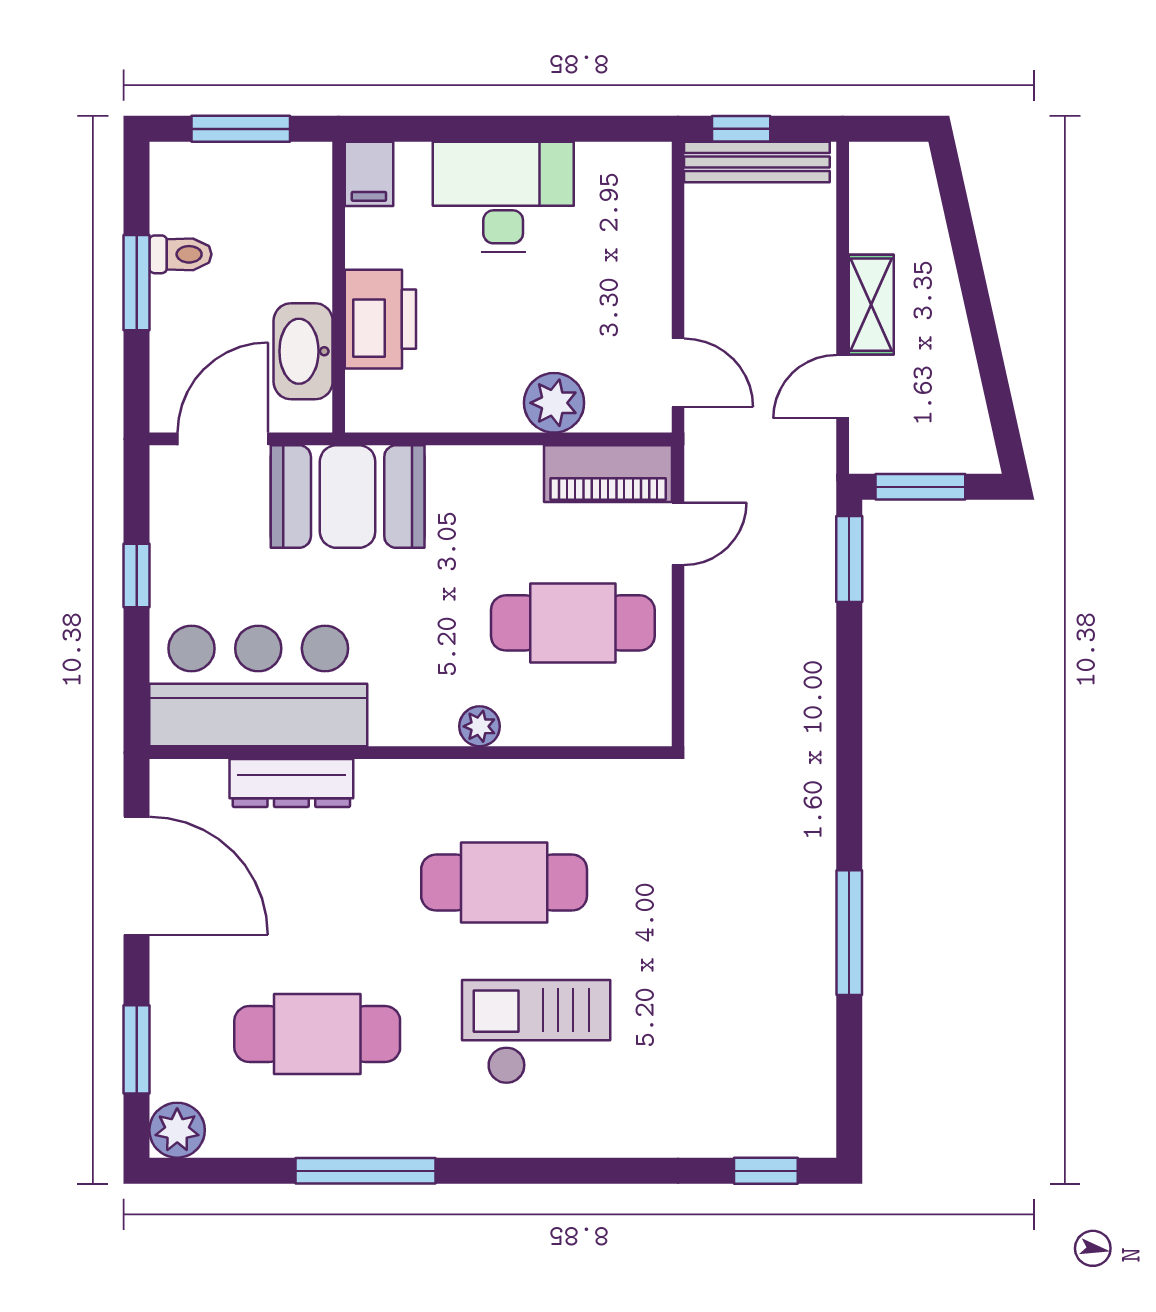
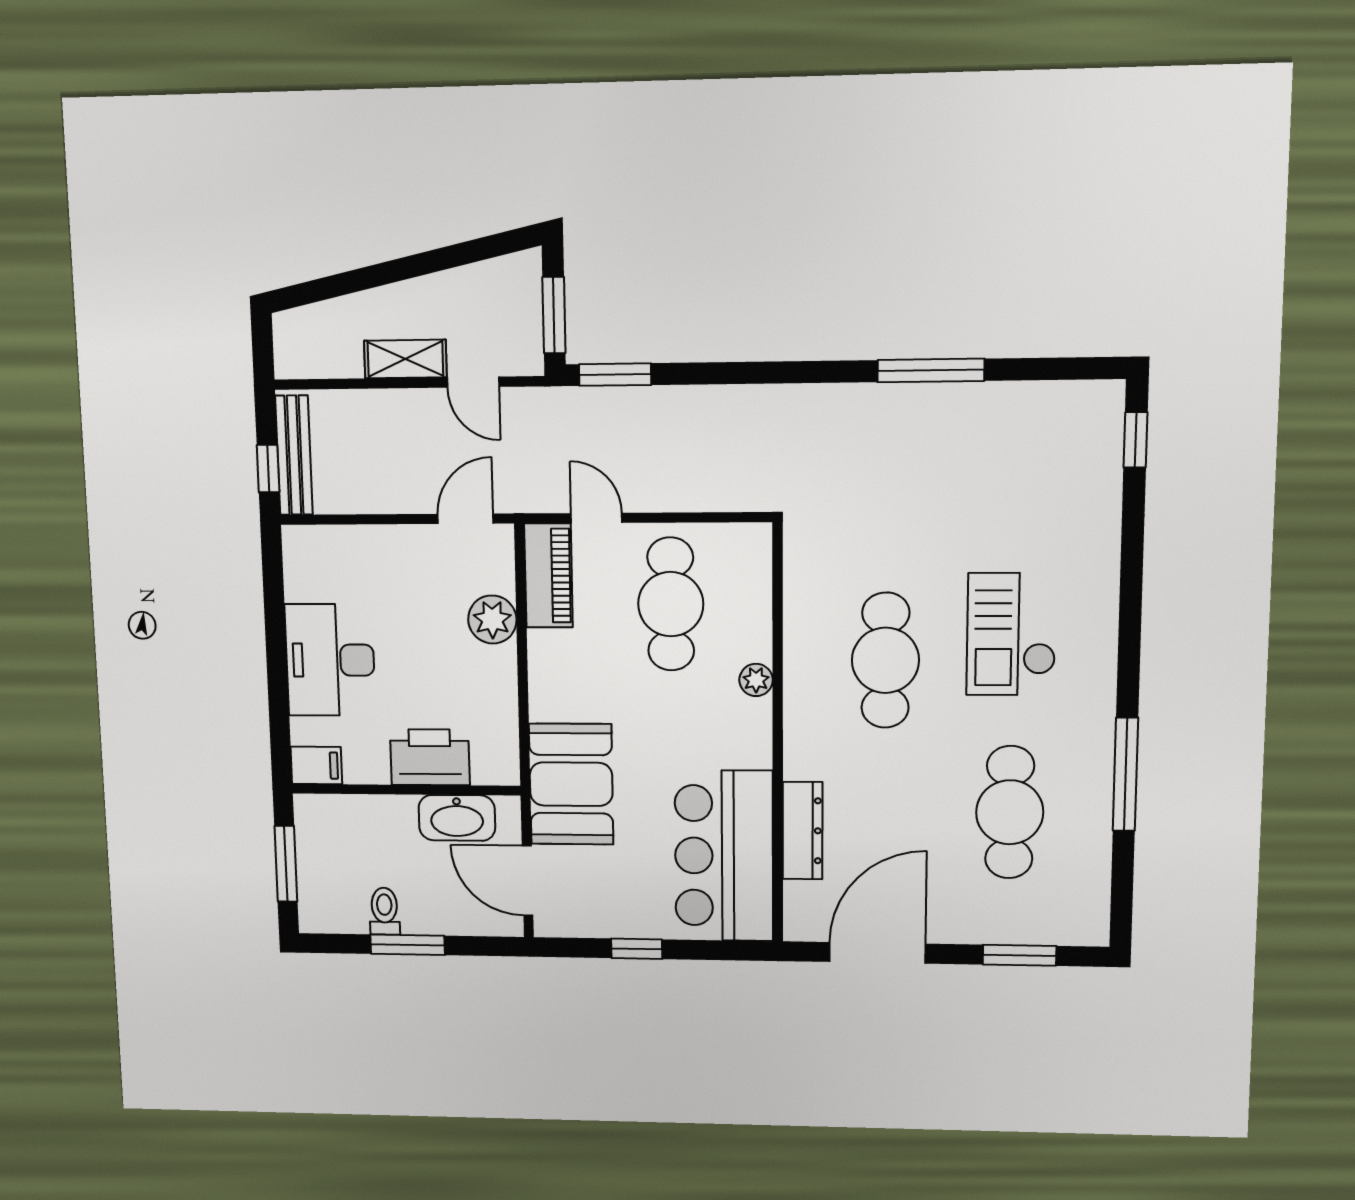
plant: (177, 1130) -> (1087, 925), removed

